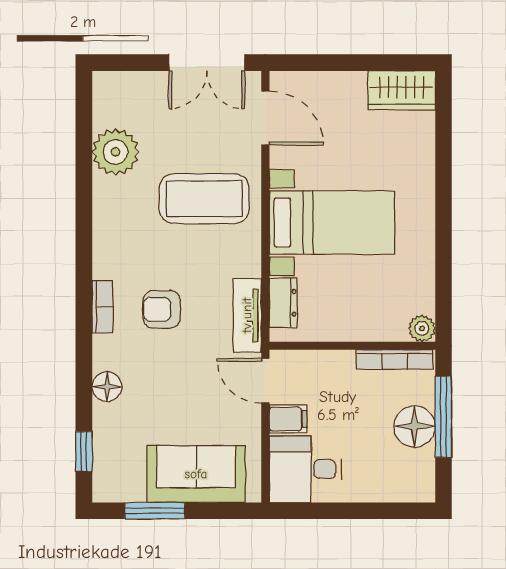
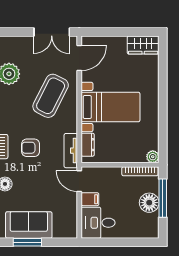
door: (265, 118) -> (79, 58), hinge flipped
coffee table: (204, 199) -> (51, 96), turned -63
sofa: (196, 474) -> (29, 225), moved

